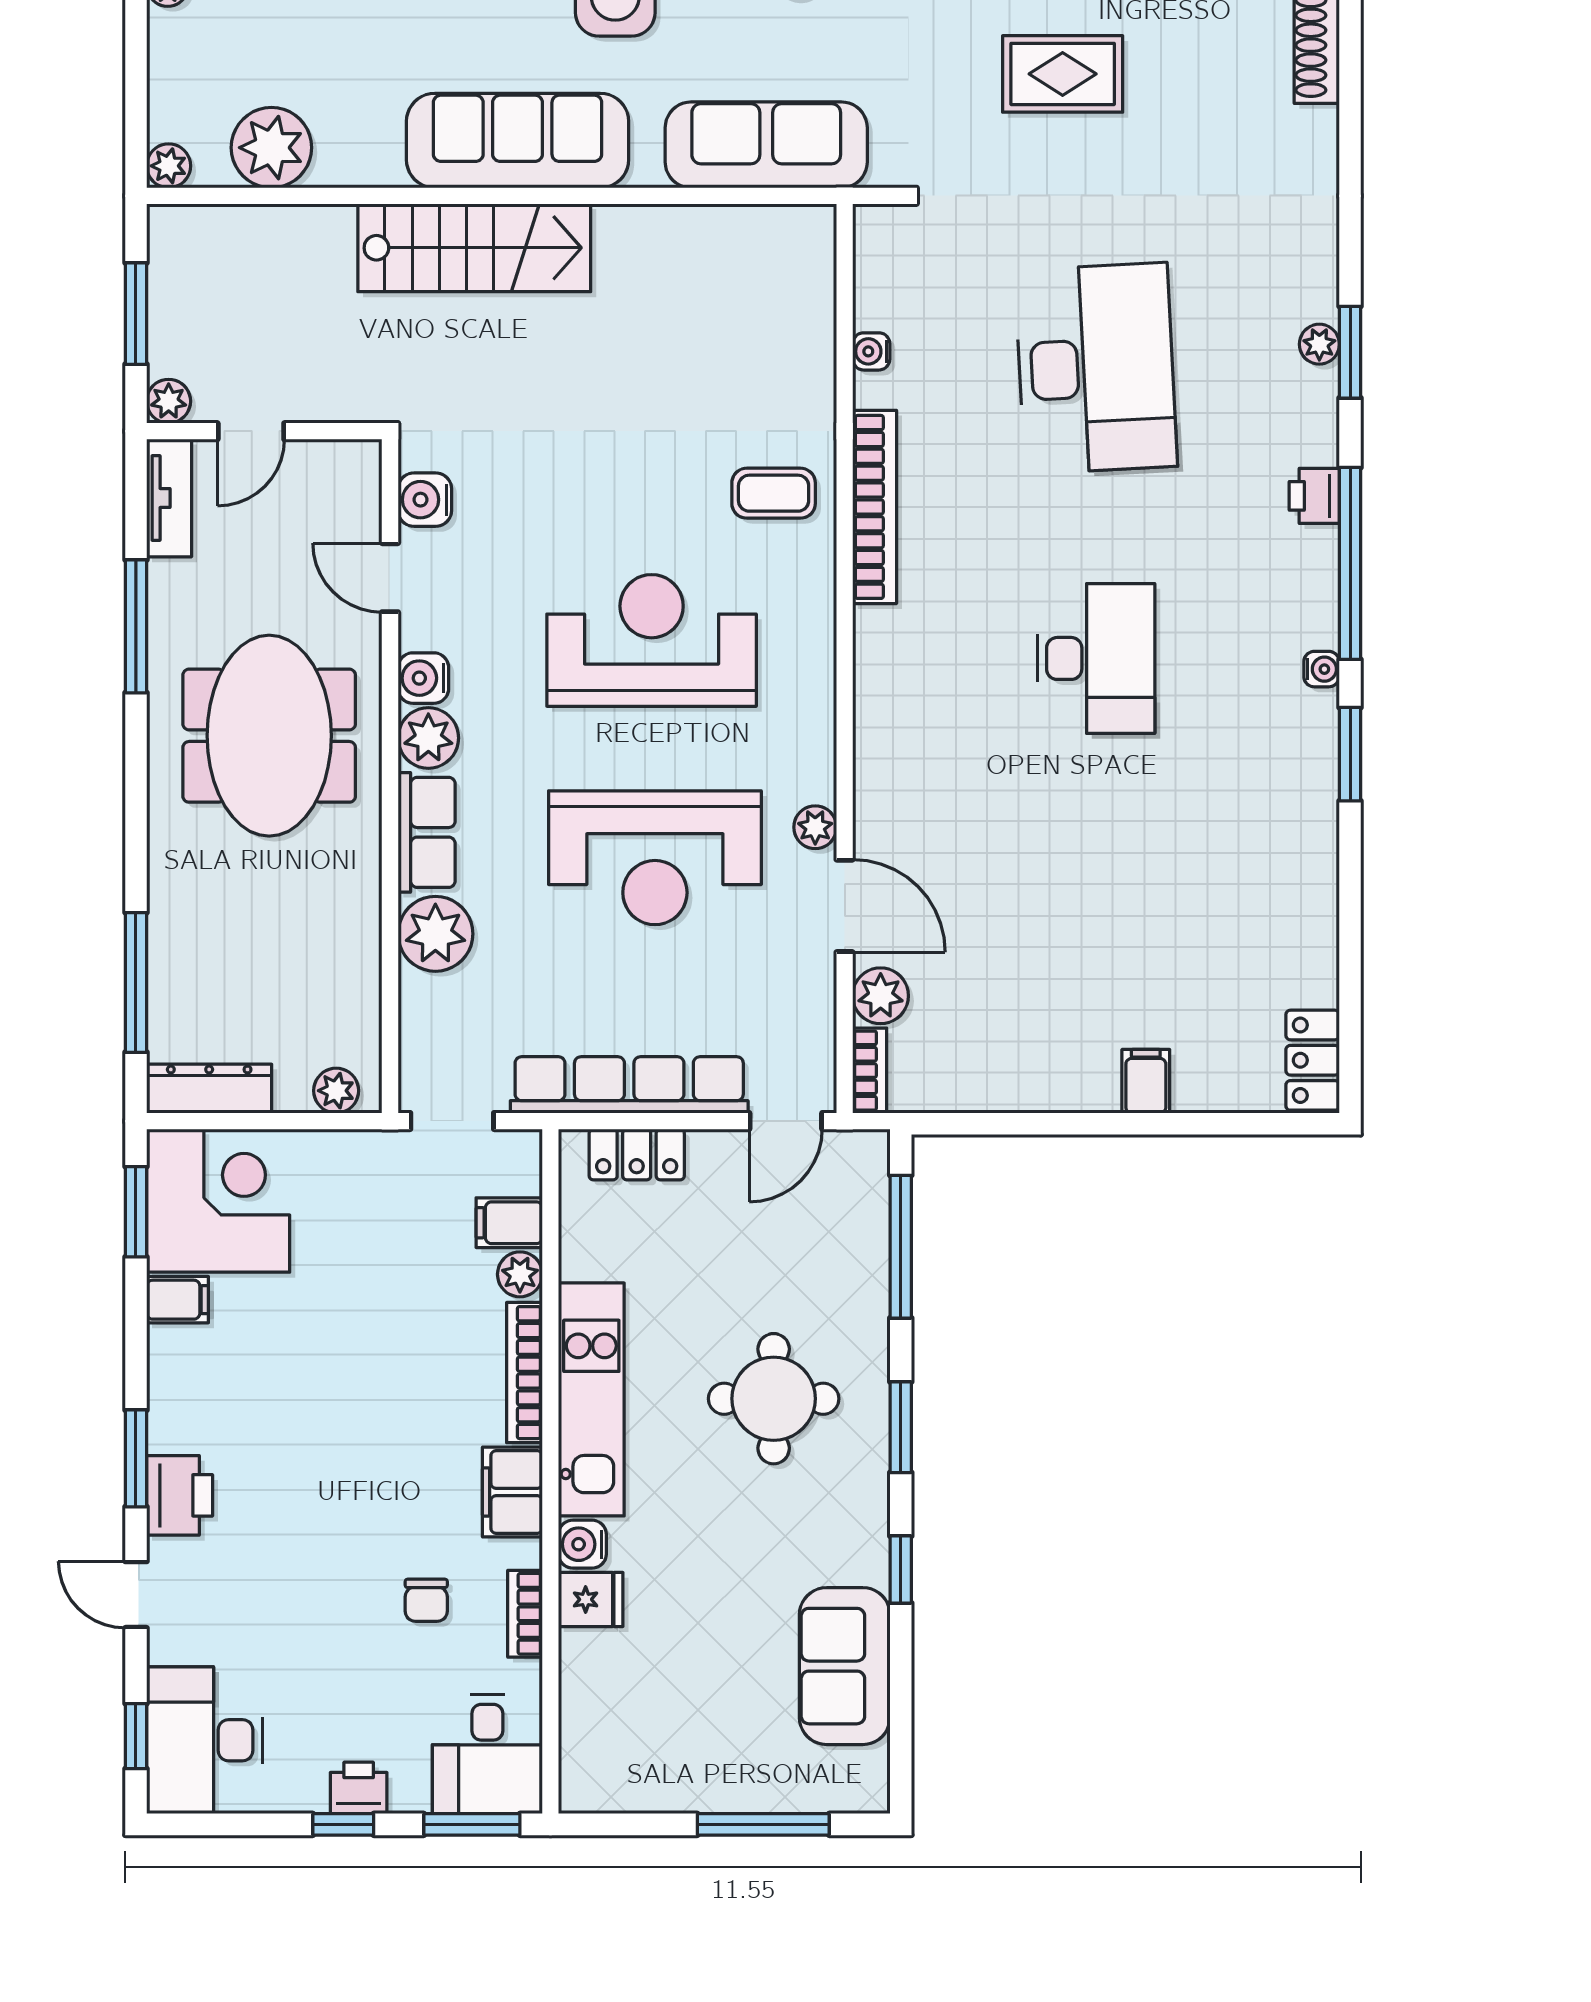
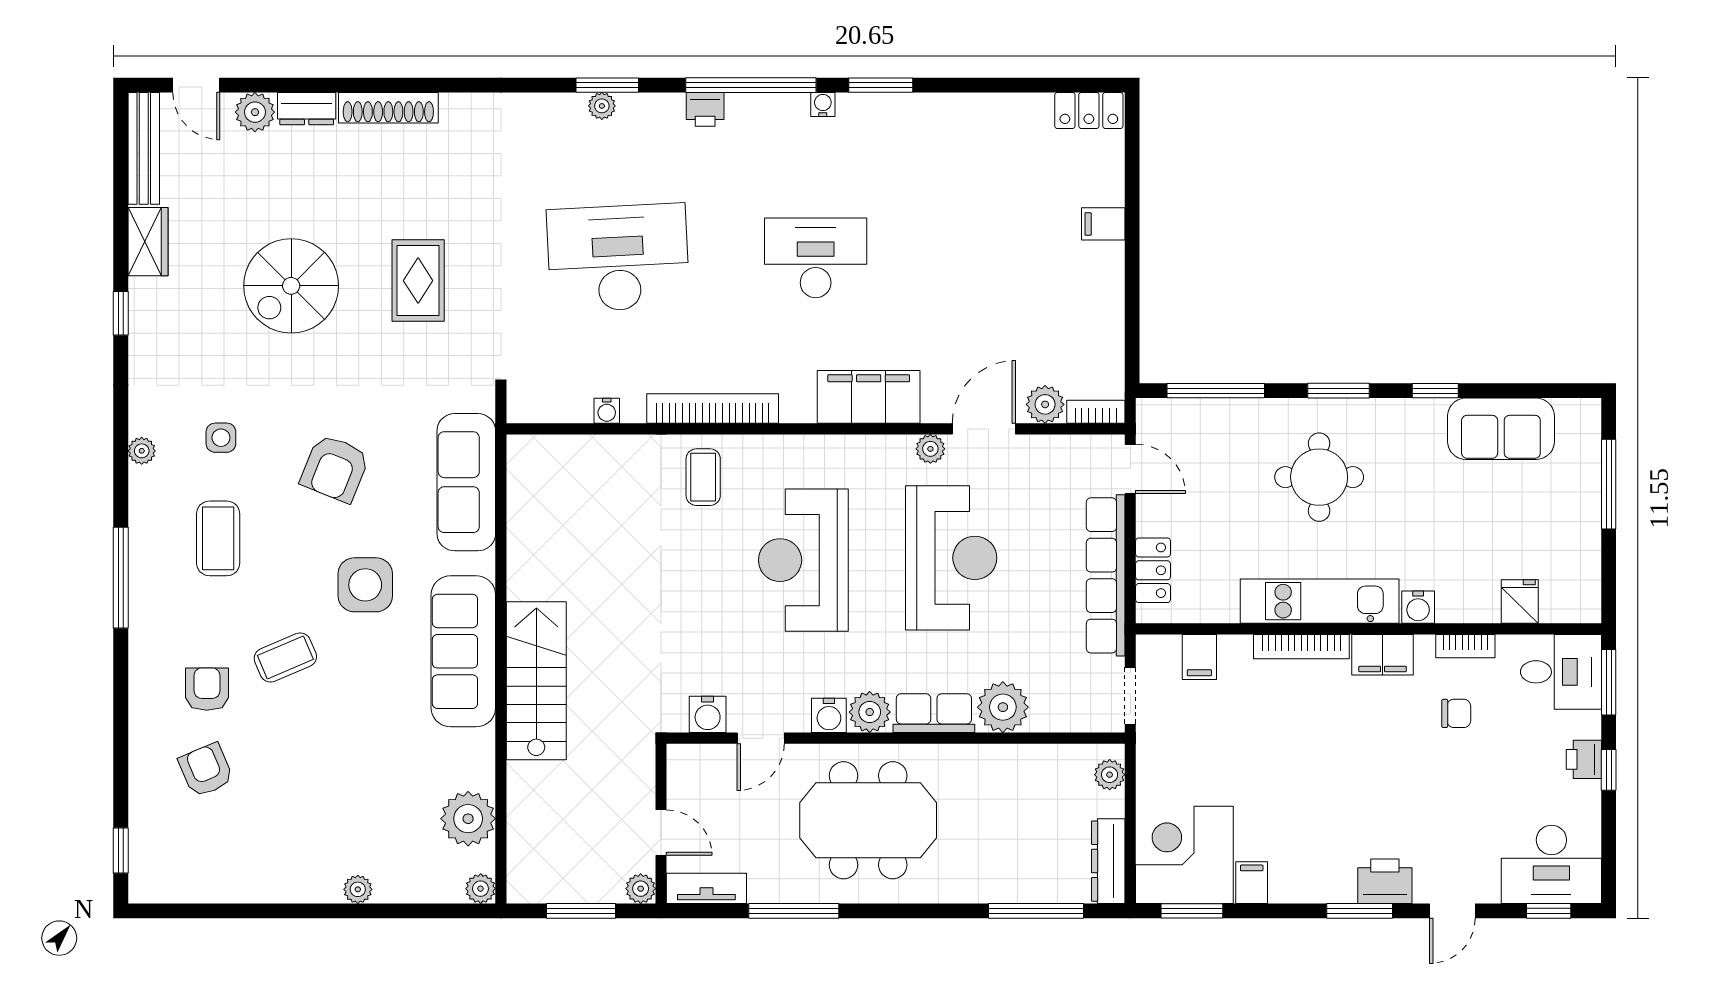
filing cabinet: (892, 737) -> (869, 397), added
plant: (520, 1274) -> (1235, 650), removed
fridge: (591, 1599) -> (1520, 602), moved

